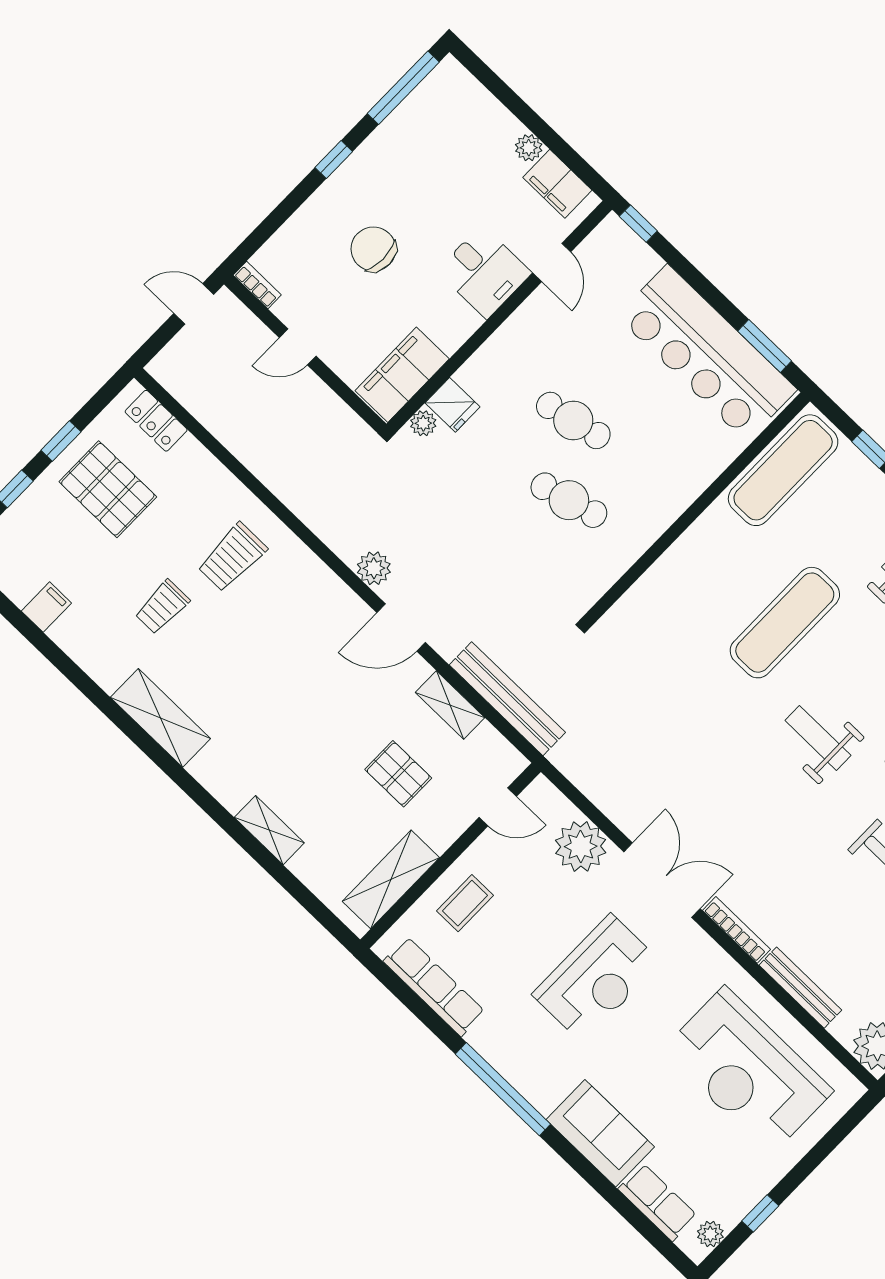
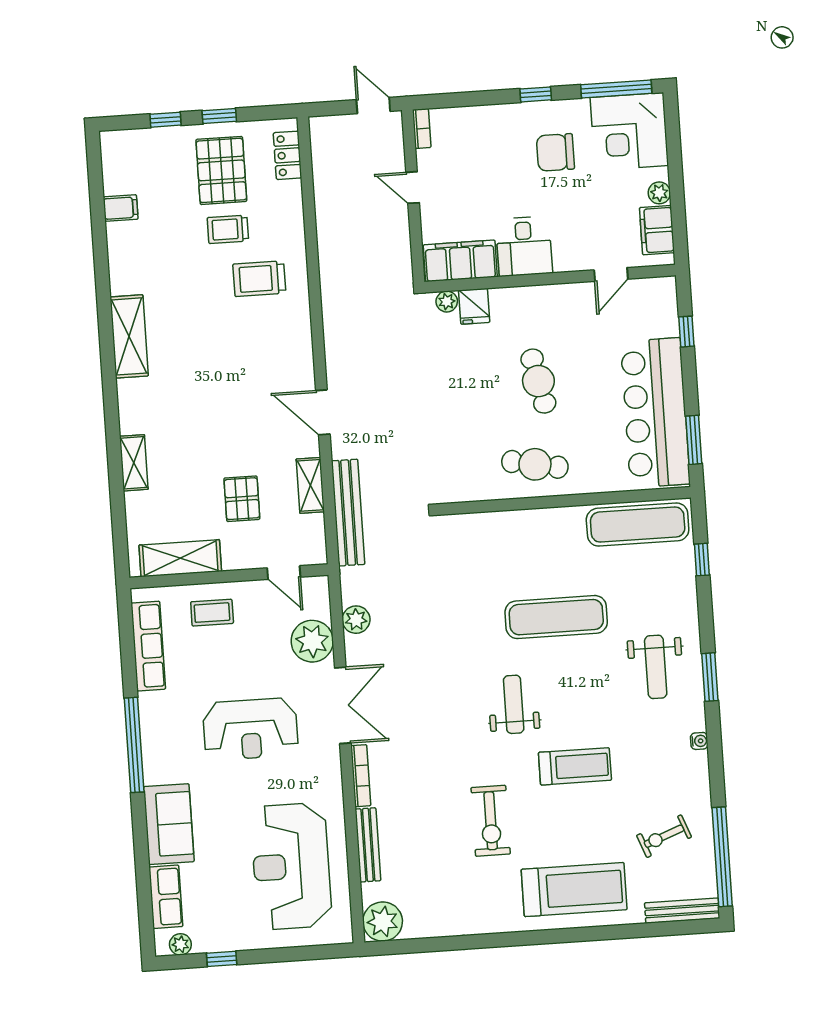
corner desk: (450, 116) -> (629, 132), added
window: (638, 224) -> (686, 332), moved
chair: (373, 249) -> (555, 152), moved, turned -90
desk: (484, 272) -> (524, 246), moved
cafe table: (569, 500) -> (535, 464), moved, turned -64
plant: (374, 568) -> (356, 620), moved
trolley: (162, 607) -> (228, 229), moved

